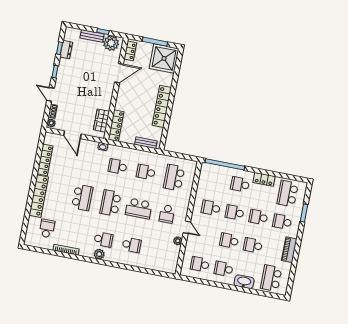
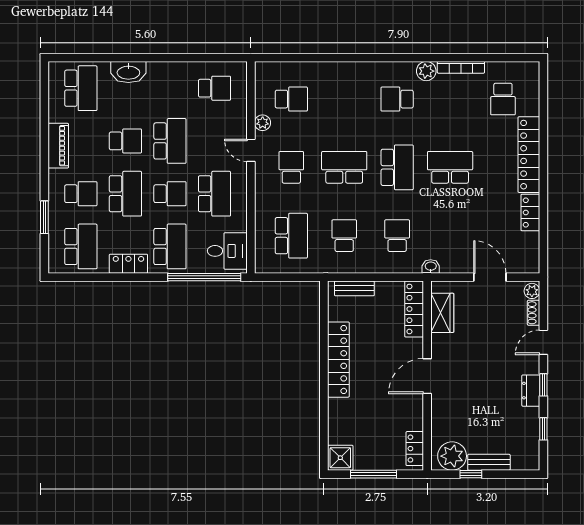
dresser: (66, 50) -> (531, 391), moved
shower: (164, 58) -> (340, 458), width x0.54, depth x0.54
door: (119, 73) -> (427, 376), moved
door: (50, 94) -> (543, 342), swing flipped
locker: (45, 160) -> (530, 212), width x0.66
school desk: (118, 166) -> (397, 236), turned -90
school desk: (146, 172) -> (344, 236), turned -90
desk: (210, 176) -> (227, 251), added
school desk: (240, 184) -> (170, 246), width x1.85
school desk: (82, 197) -> (450, 167), turned 90
school desk: (211, 208) -> (214, 194), width x1.85
school desk: (258, 217) -> (125, 194), width x1.85
school desk: (229, 241) -> (170, 141), width x1.85
school desk: (132, 245) -> (291, 99), moved, turned 180
plant: (99, 254) -> (426, 71), moved
school desk: (224, 269) -> (170, 88), removed

